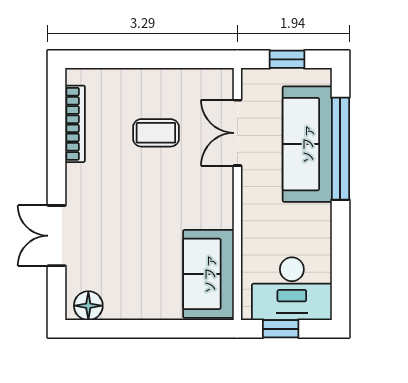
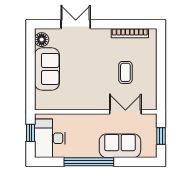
sofa: (307, 144) -> (120, 146), width x0.73
window: (340, 149) -> (89, 162), moved
sofa: (209, 274) -> (47, 69), moved, turned 90

